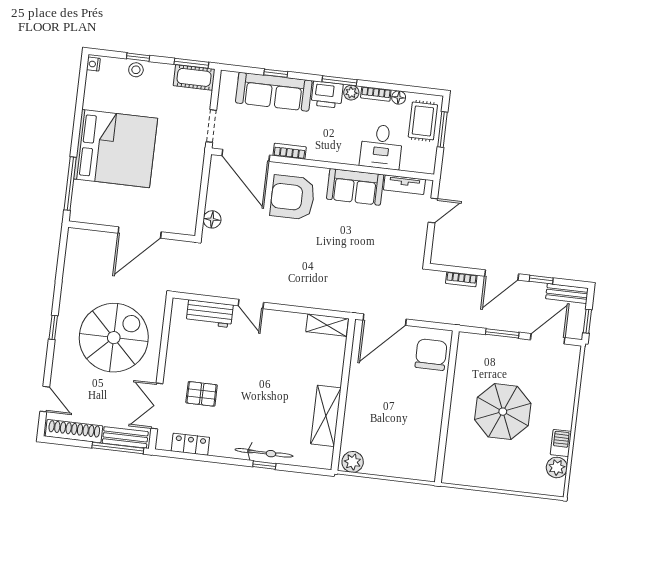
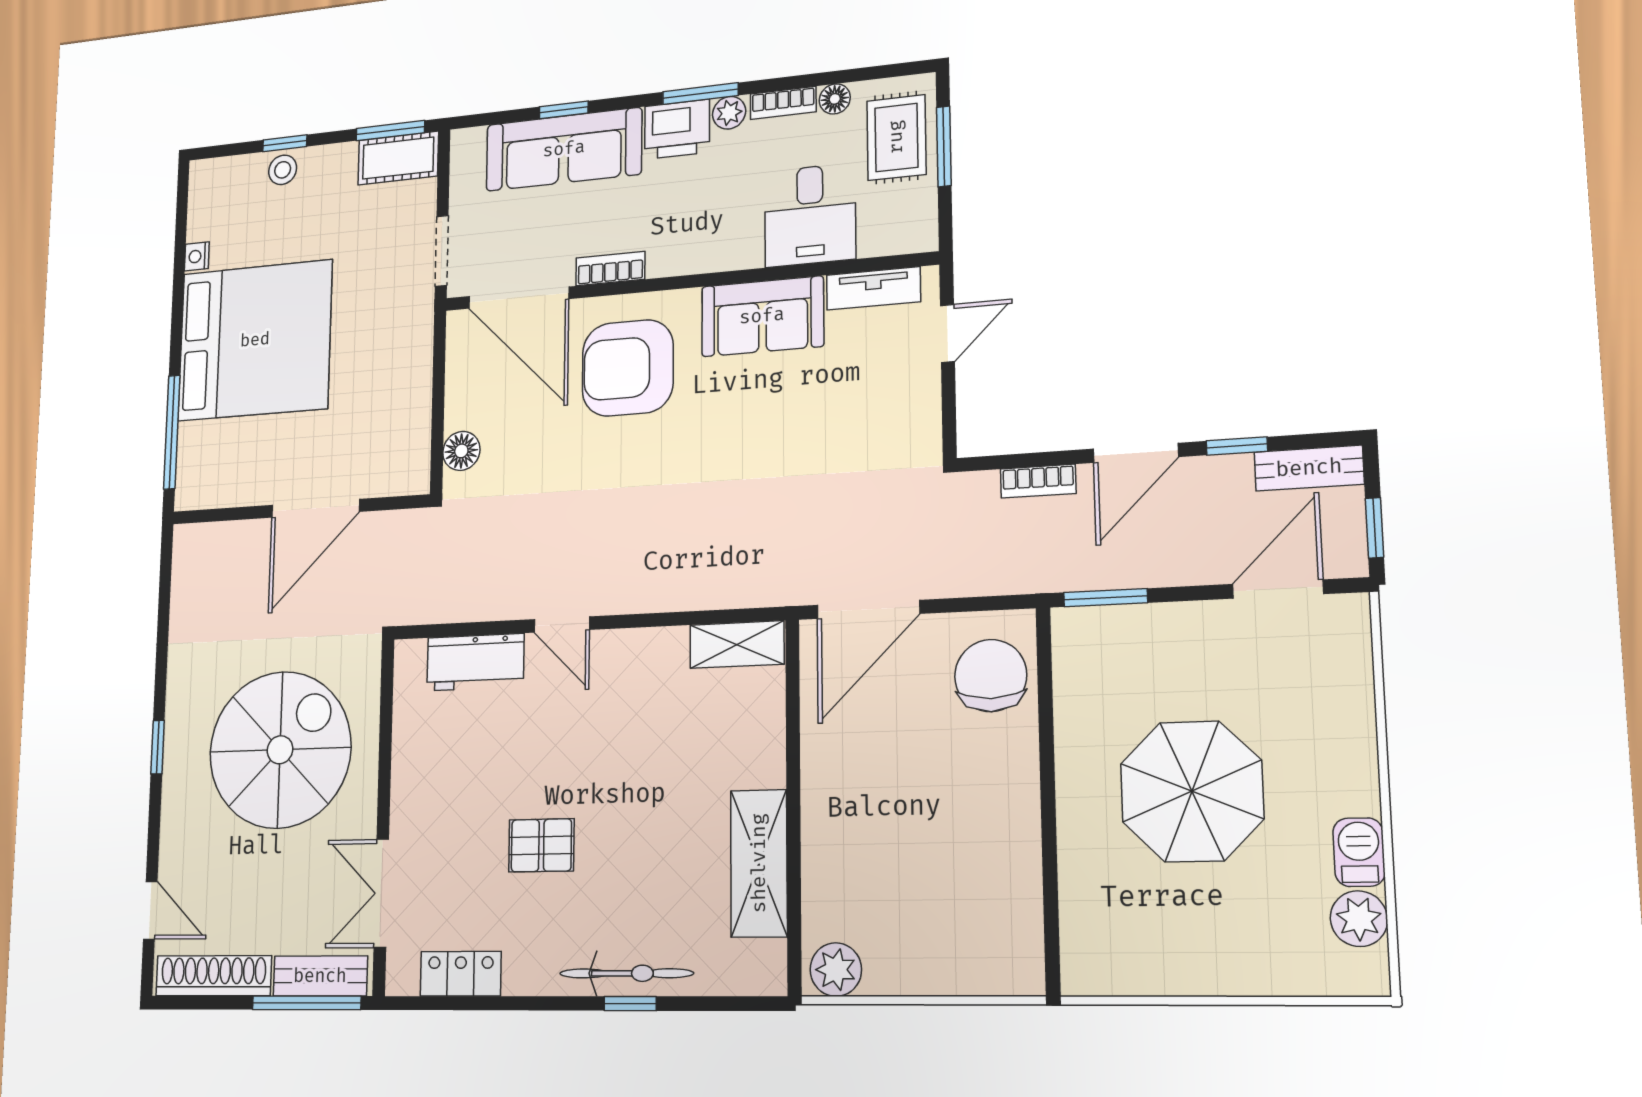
nightstand: (93, 64) -> (197, 256), moved
window: (502, 333) -> (1105, 598), moved
pallet: (202, 394) -> (541, 845), moved

